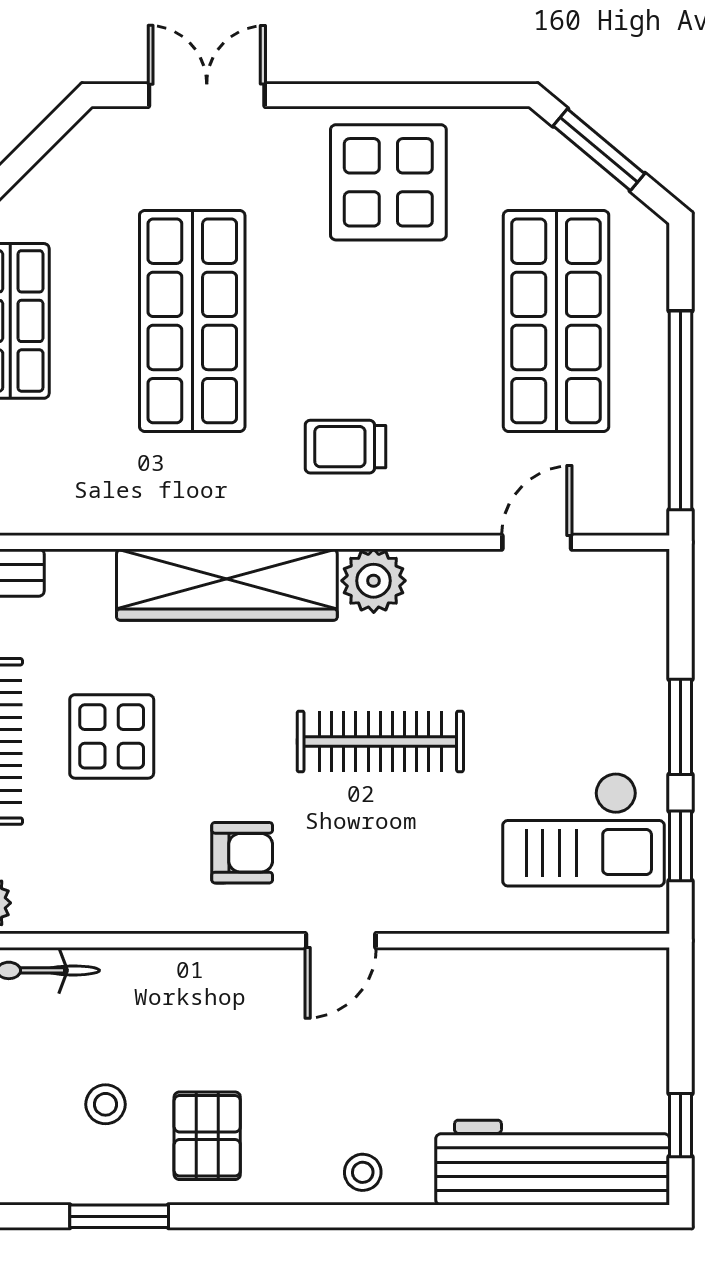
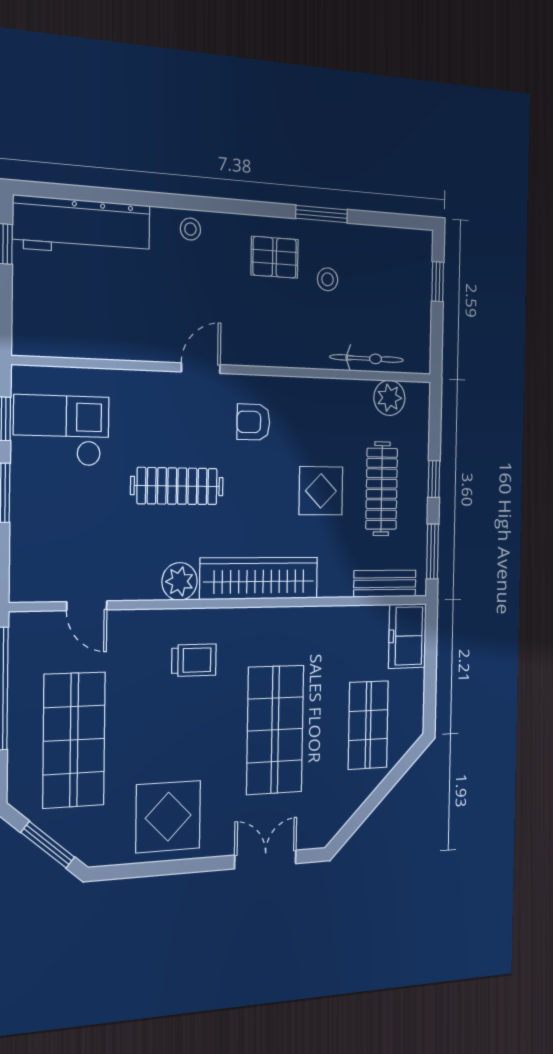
double door: (207, 95) -> (265, 859), swing flipped
door: (537, 542) -> (87, 606), hinge flipped
pallet: (207, 1136) -> (275, 257), turned 90

